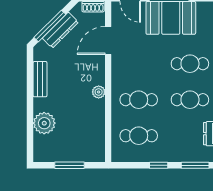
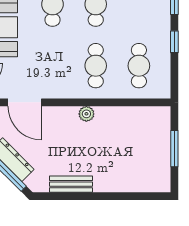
plant: (44, 123) -> (124, 179), removed

